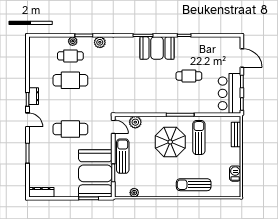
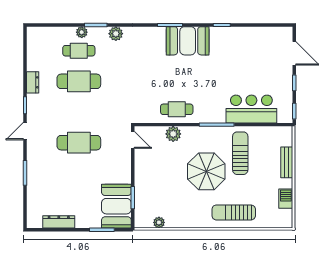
cafe table: (189, 76) -> (177, 109), moved
bar counter: (230, 93) -> (251, 109), moved, turned 90
dresser: (34, 96) -> (33, 82), moved
door: (28, 120) -> (25, 131), swing flipped
plant: (135, 122) -> (173, 134), moved
bench: (236, 135) -> (287, 162), moved
parasol: (170, 142) -> (206, 171), moved
sun lounger: (123, 156) -> (145, 177), removed
booth: (95, 173) -> (116, 206), width x0.73, depth x0.70
dresser: (41, 192) -> (59, 222), moved

